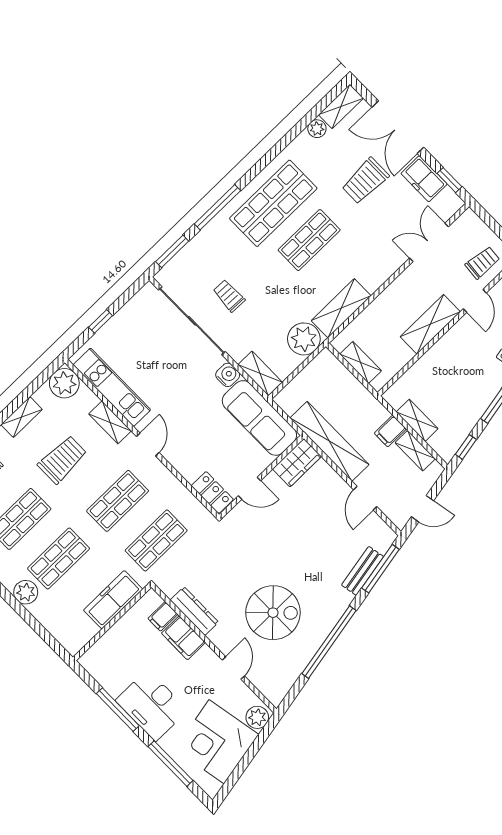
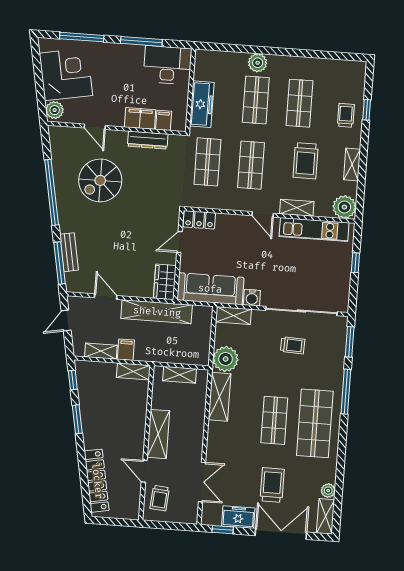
shelving: (417, 420) -> (133, 371), moved
desk: (152, 705) -> (168, 65), moved

